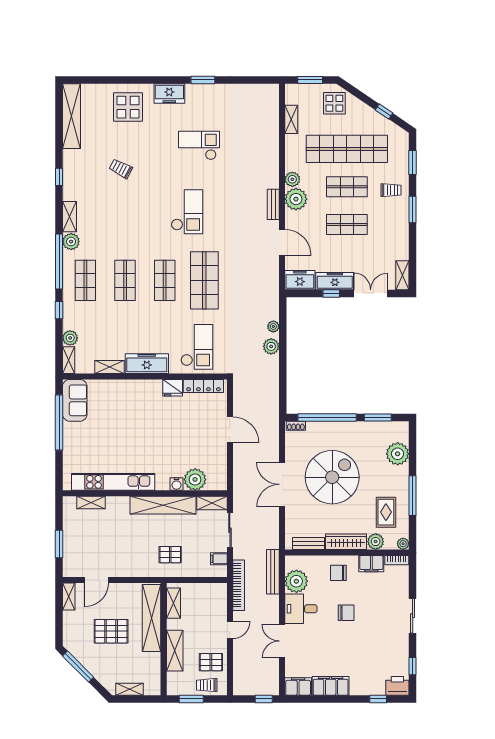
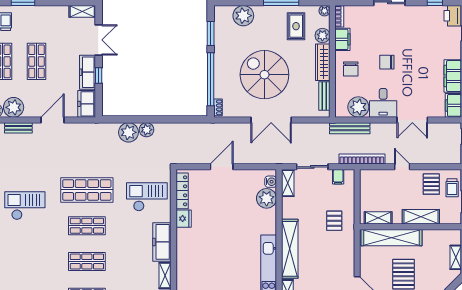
double door: (371, 293) -> (99, 40), swing flipped
plant: (273, 326) -> (129, 132), width x1.88, depth x1.88
water cooler: (177, 484) -> (271, 182), moved
shelving: (163, 505) -> (290, 249), moved
rug: (386, 512) -> (296, 26), turned 90
chair: (346, 613) -> (387, 62), turned -90

